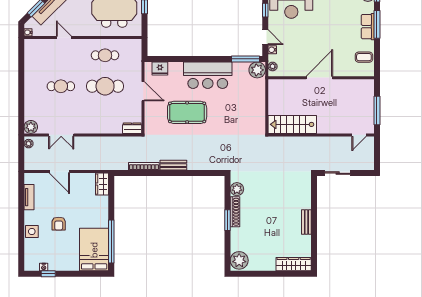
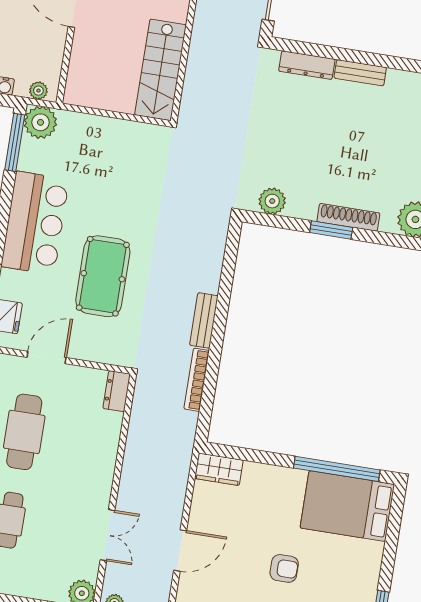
dresser: (306, 195) -> (307, 65), added
shoe rack: (235, 212) -> (348, 217), moved

